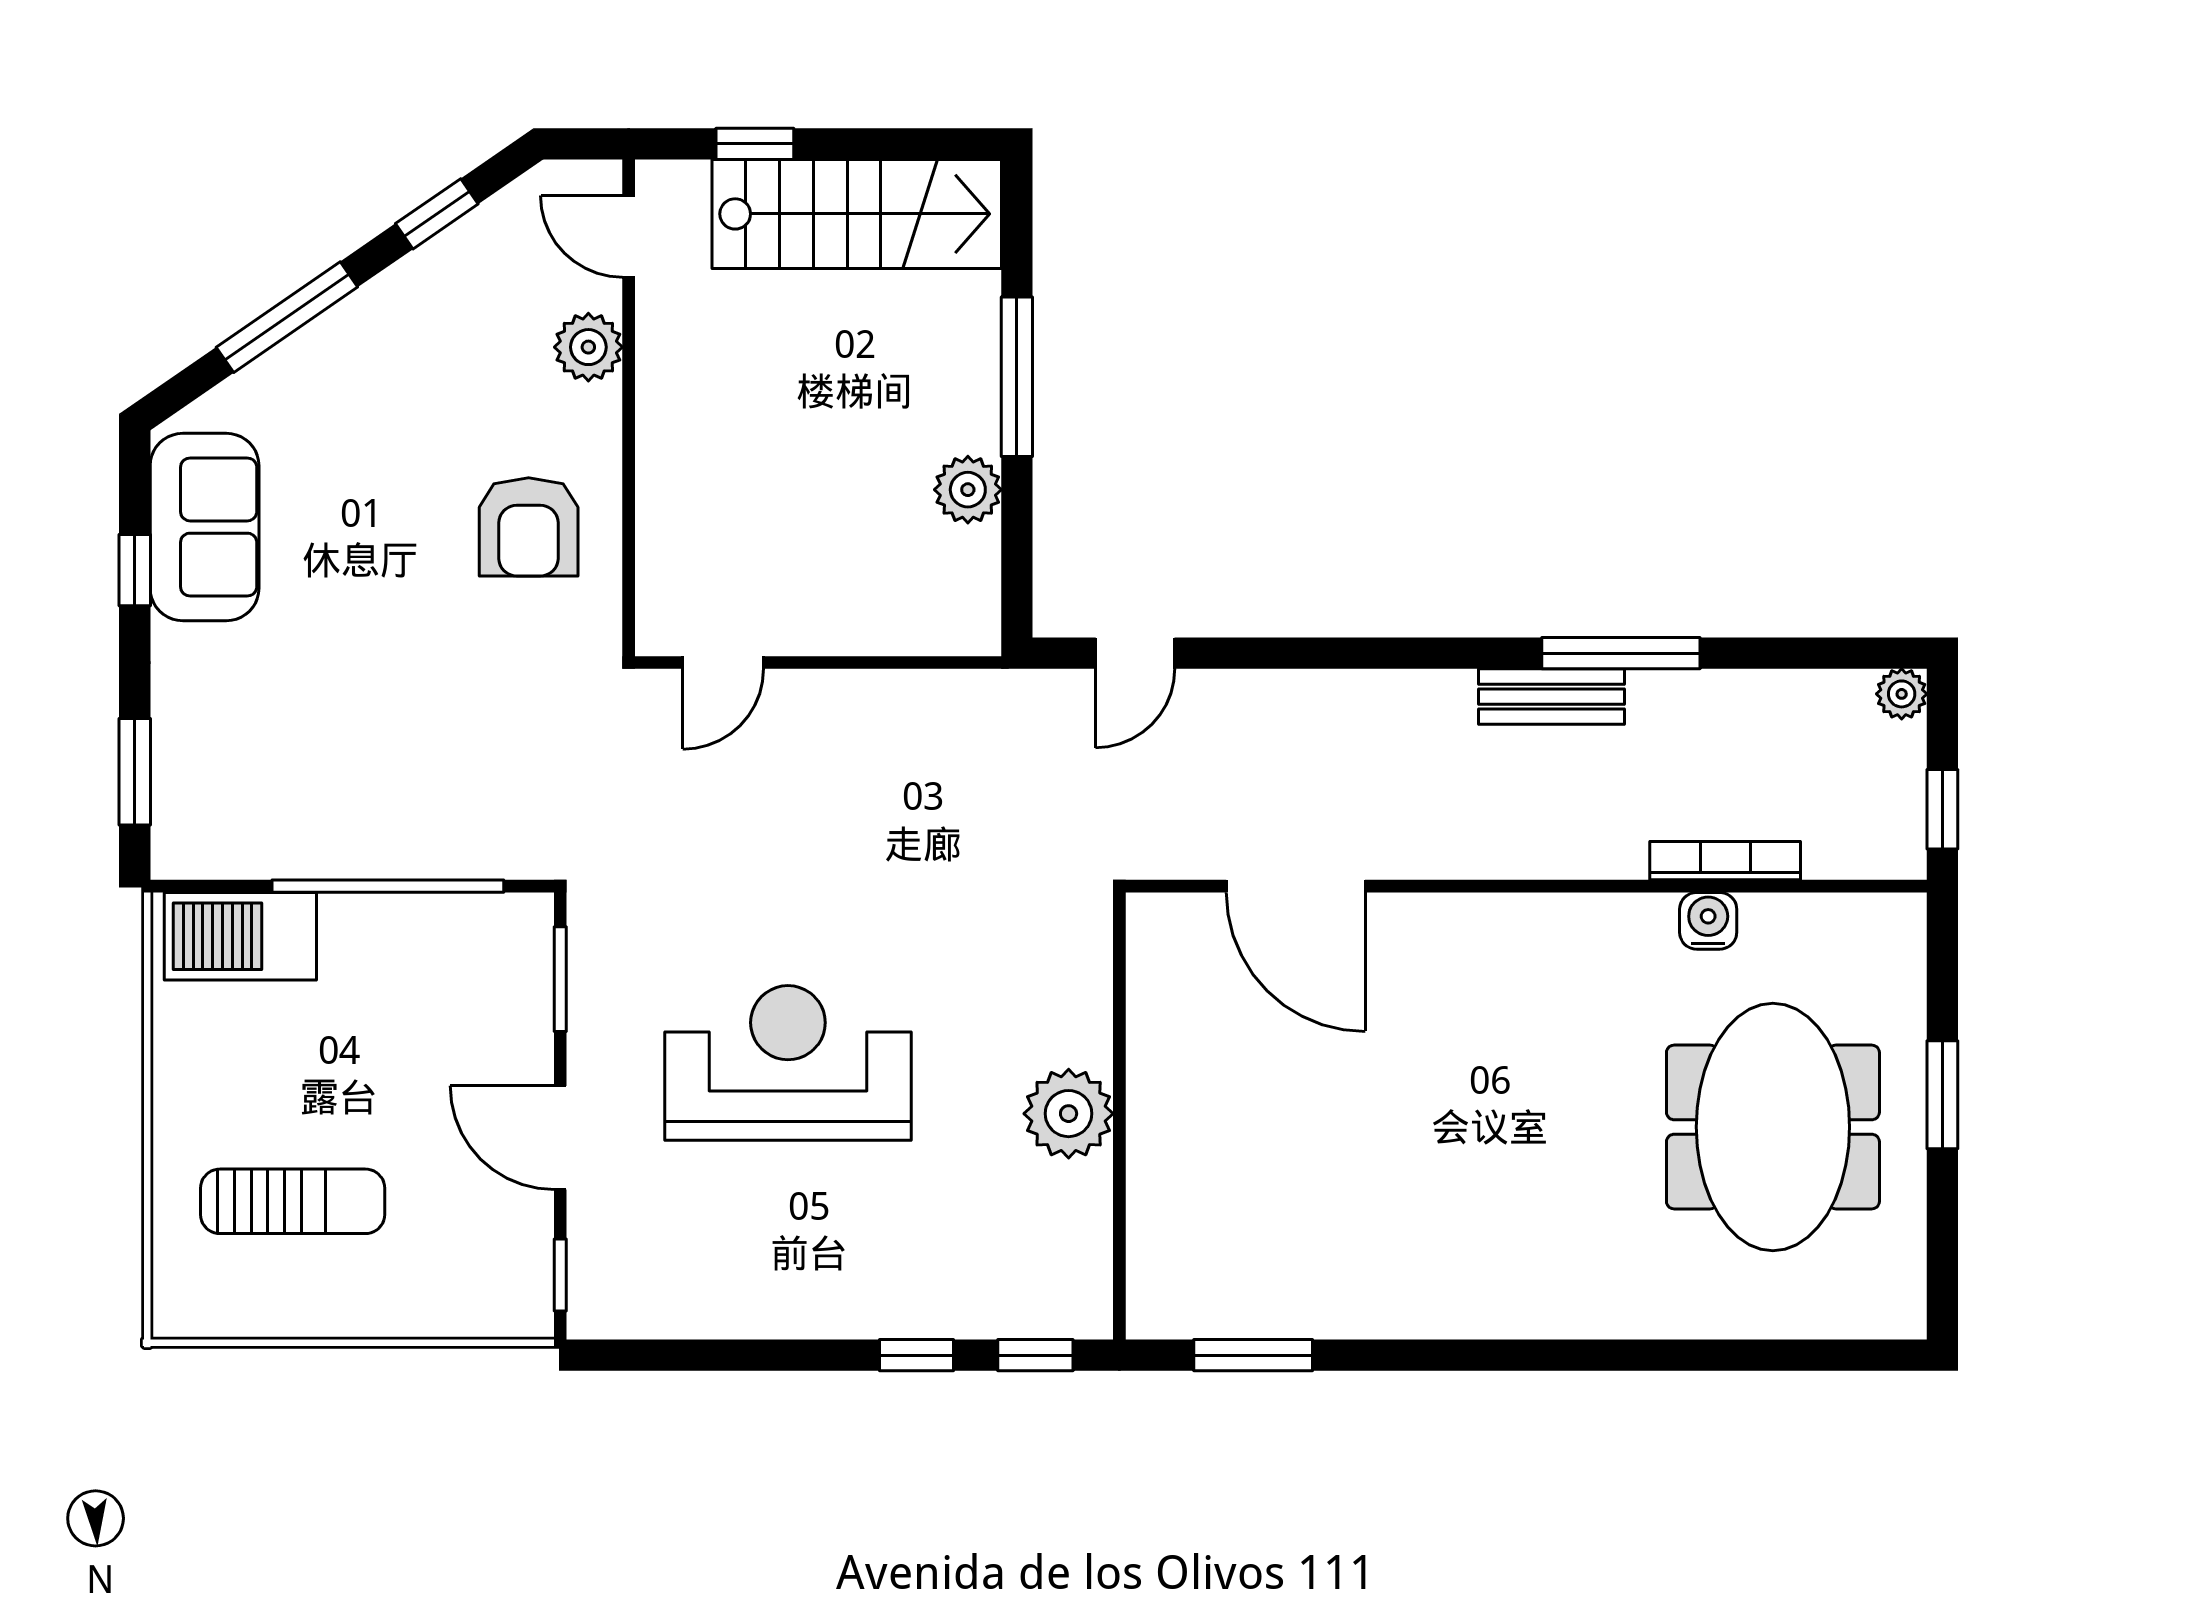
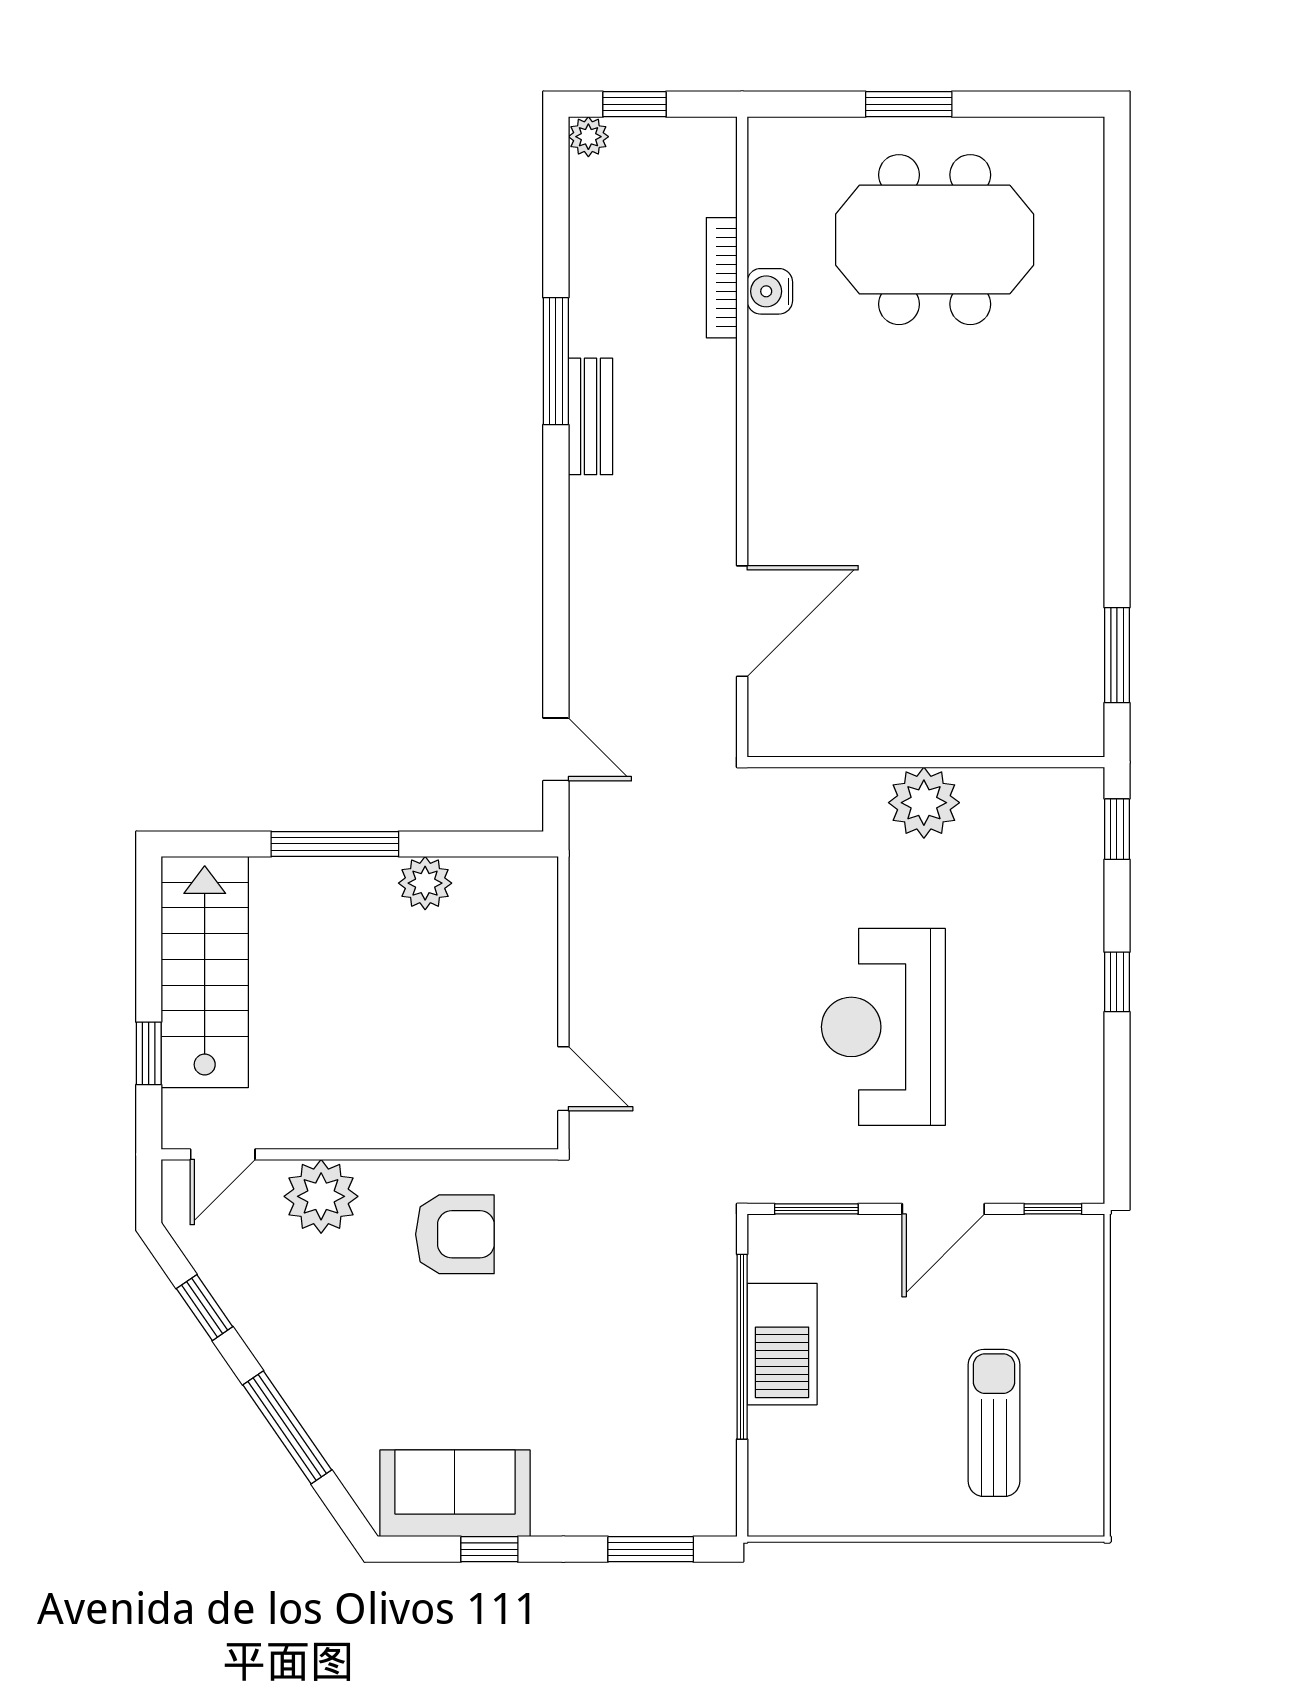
plant: (588, 347) -> (321, 1196), width x1.36, depth x1.36
window: (1942, 809) -> (634, 104), moved
barbecue: (240, 936) -> (782, 1344), moved
window: (916, 1355) -> (1117, 982), moved

